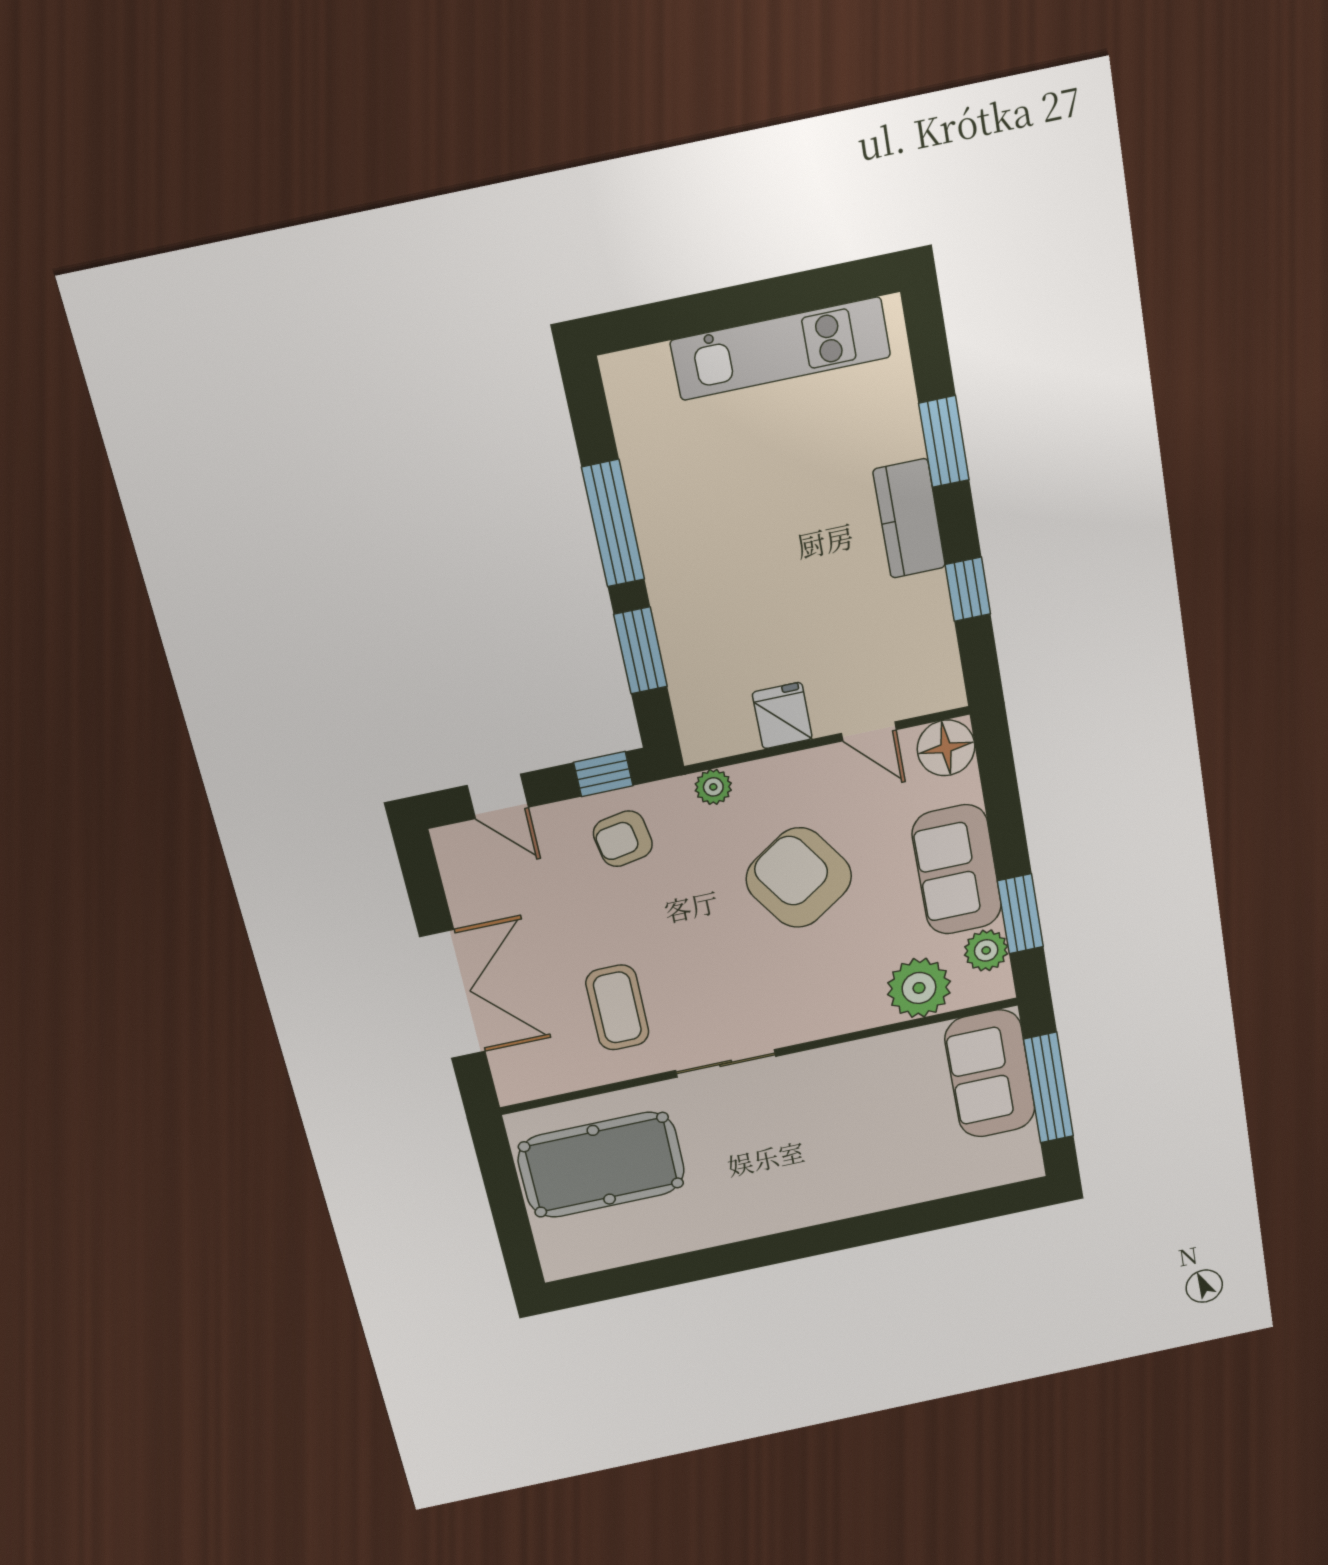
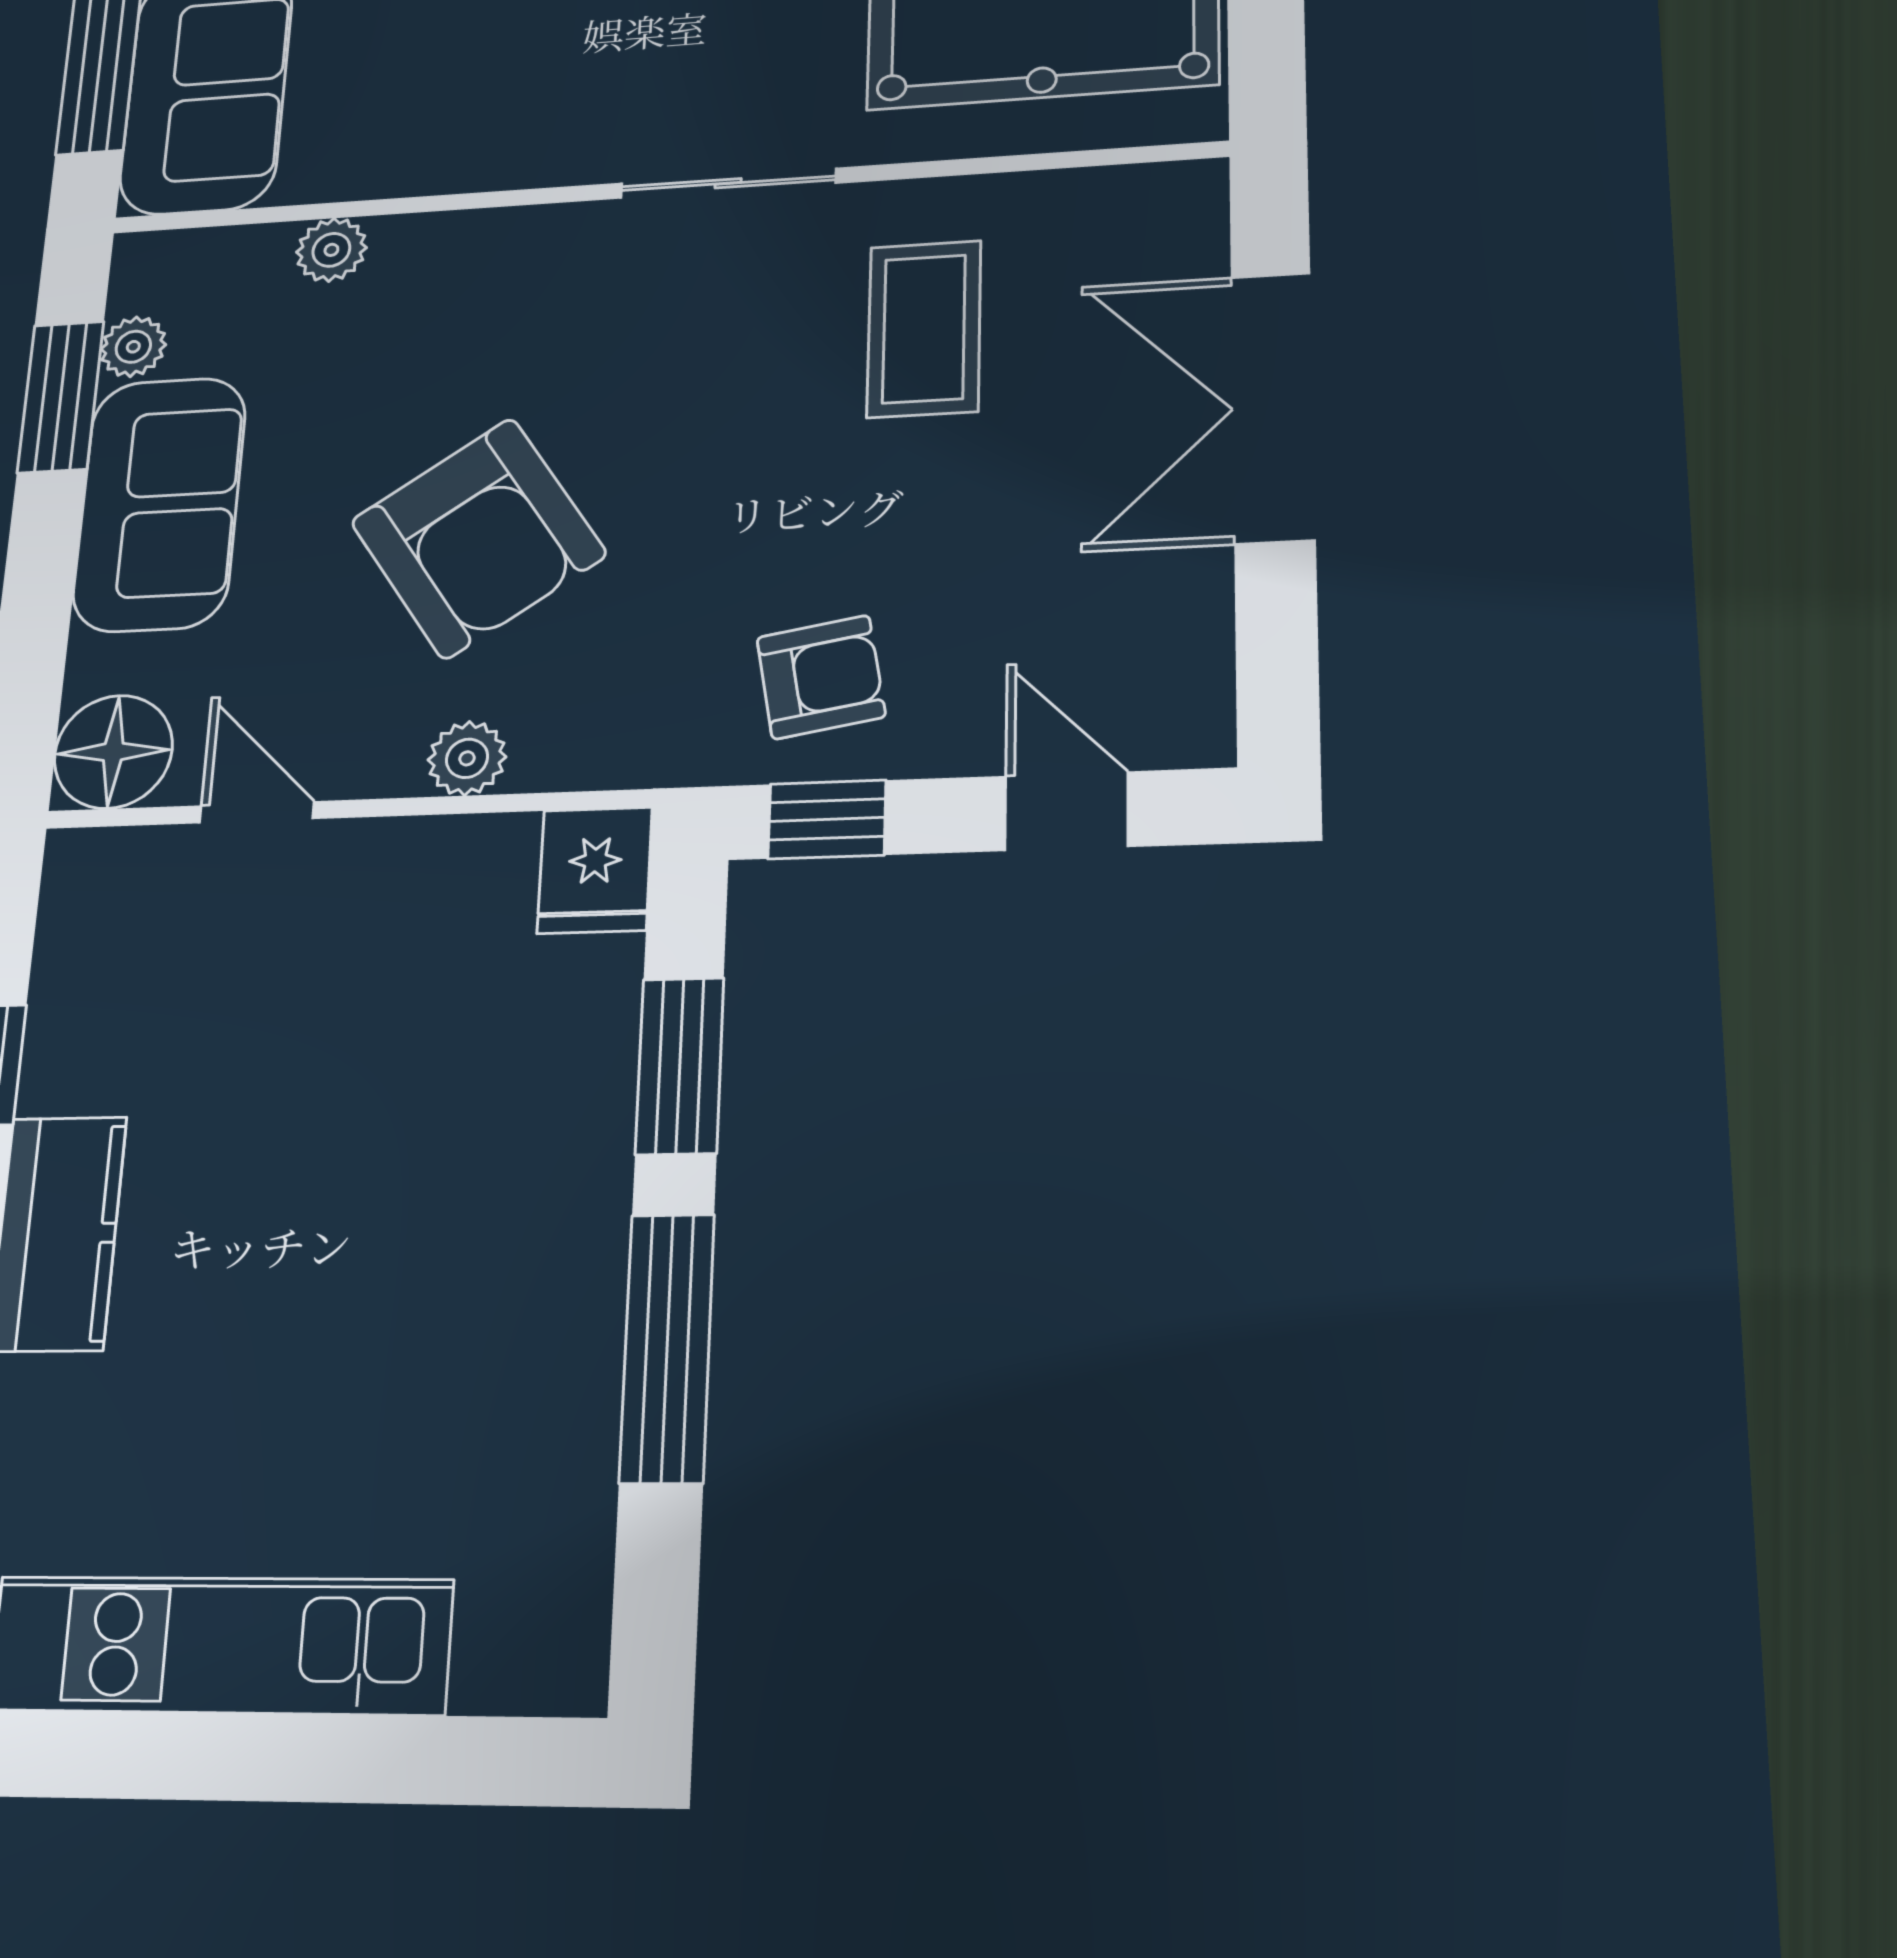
fridge: (782, 716) -> (595, 870), moved
plant: (713, 787) -> (467, 758), moved
plant: (986, 950) -> (133, 347), width x0.73, depth x0.73
plant: (919, 988) -> (331, 250), width x0.53, depth x0.53

